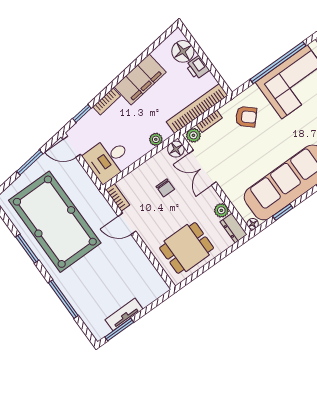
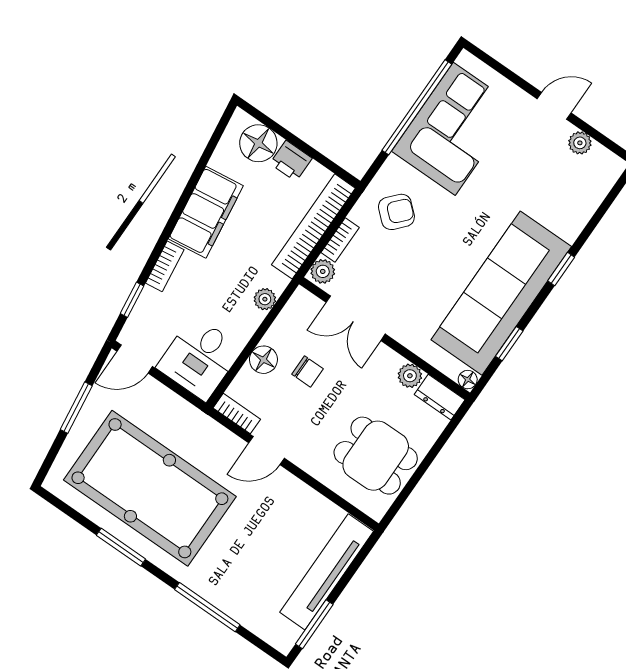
floor lamp: (176, 149) -> (263, 360), moved
dining table: (187, 248) -> (376, 456), turned 90
tv unit: (124, 314) -> (327, 572), width x1.92, depth x1.29

